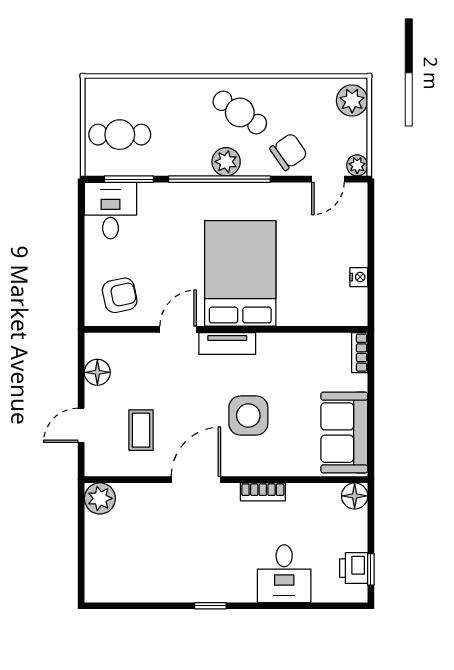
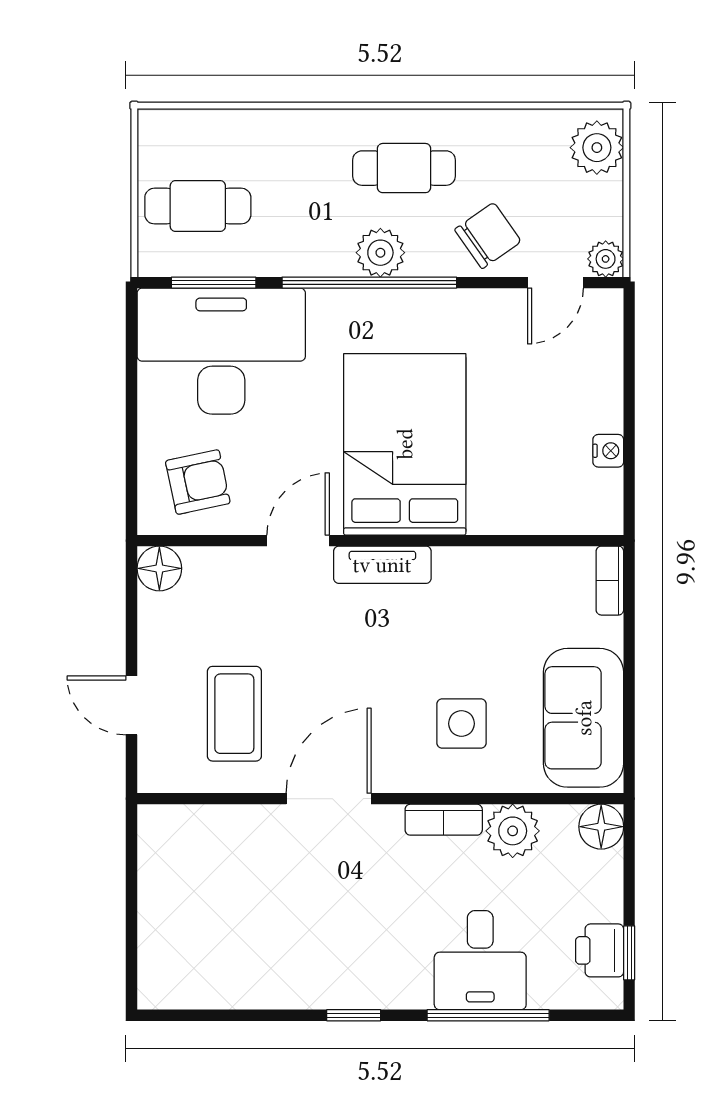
cafe table: (240, 112) -> (404, 168), turned -34
desk: (110, 211) -> (221, 351), width x1.87, depth x1.30
floor lamp: (97, 372) -> (159, 568), moved
side table: (248, 416) -> (461, 724), moved, width x0.73, depth x0.73
door: (81, 425) -> (132, 705), hinge flipped
coffee table: (141, 430) -> (234, 714), width x1.36, depth x1.30
plant: (100, 498) -> (513, 831), moved
window: (289, 606) -> (488, 1015), added

